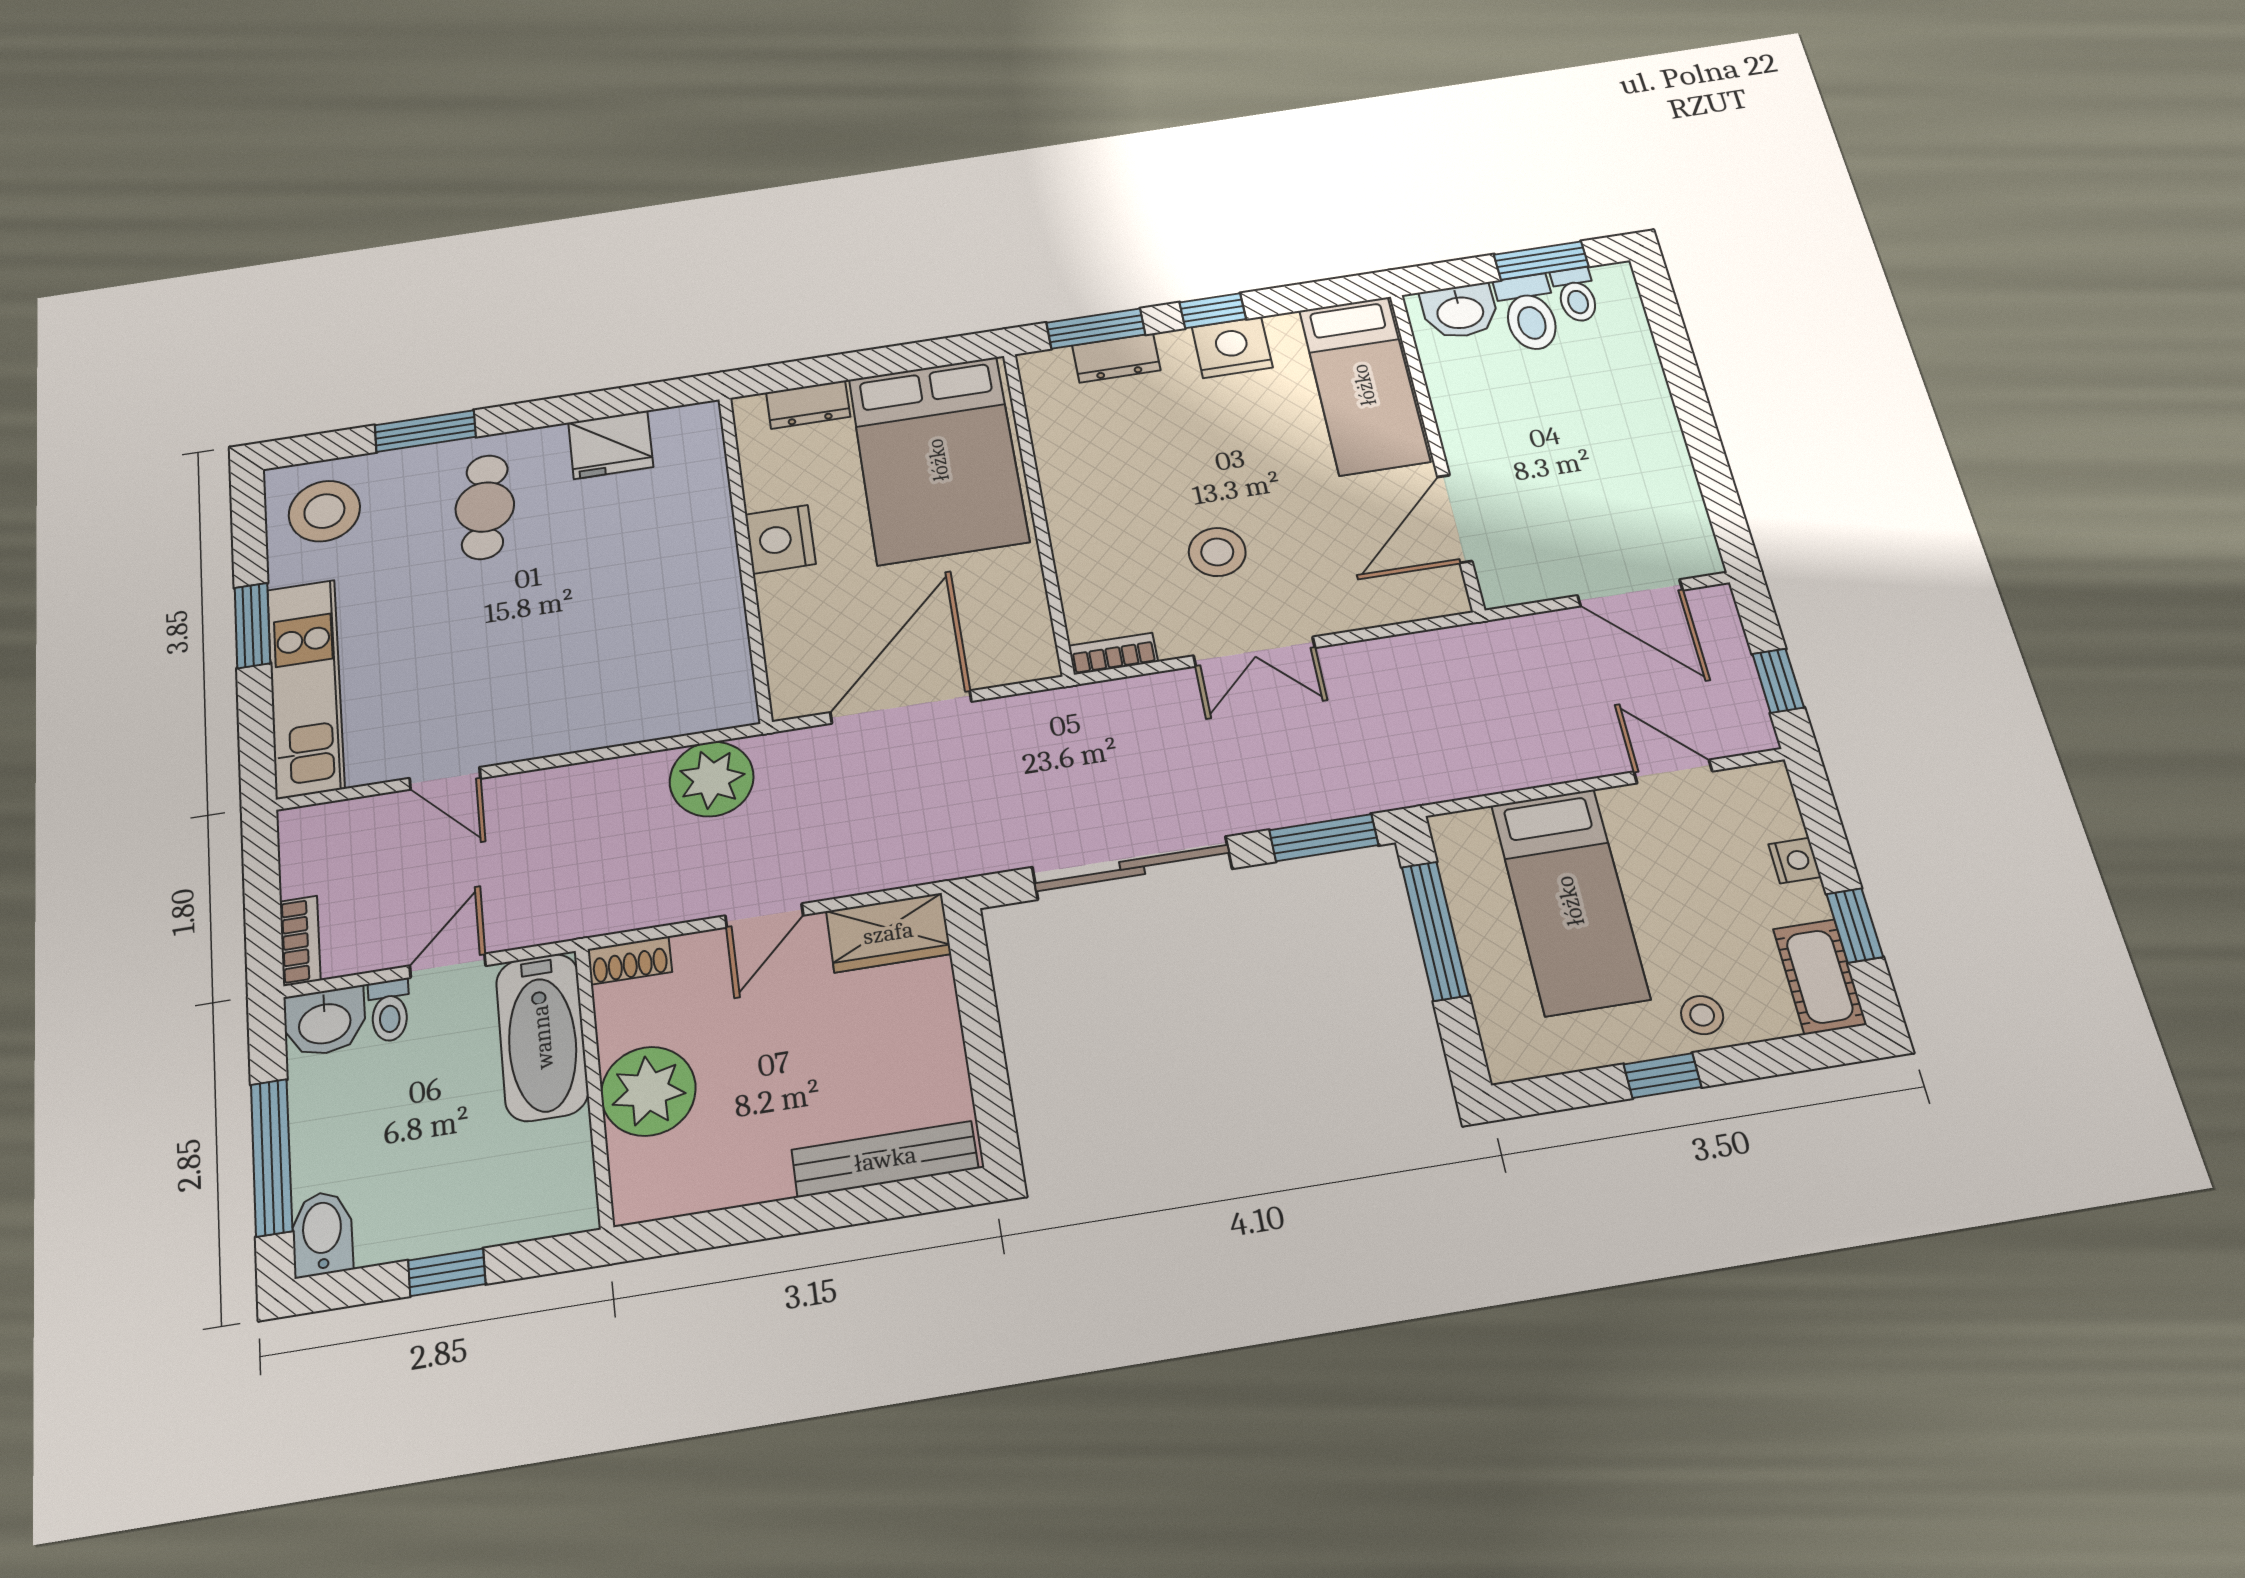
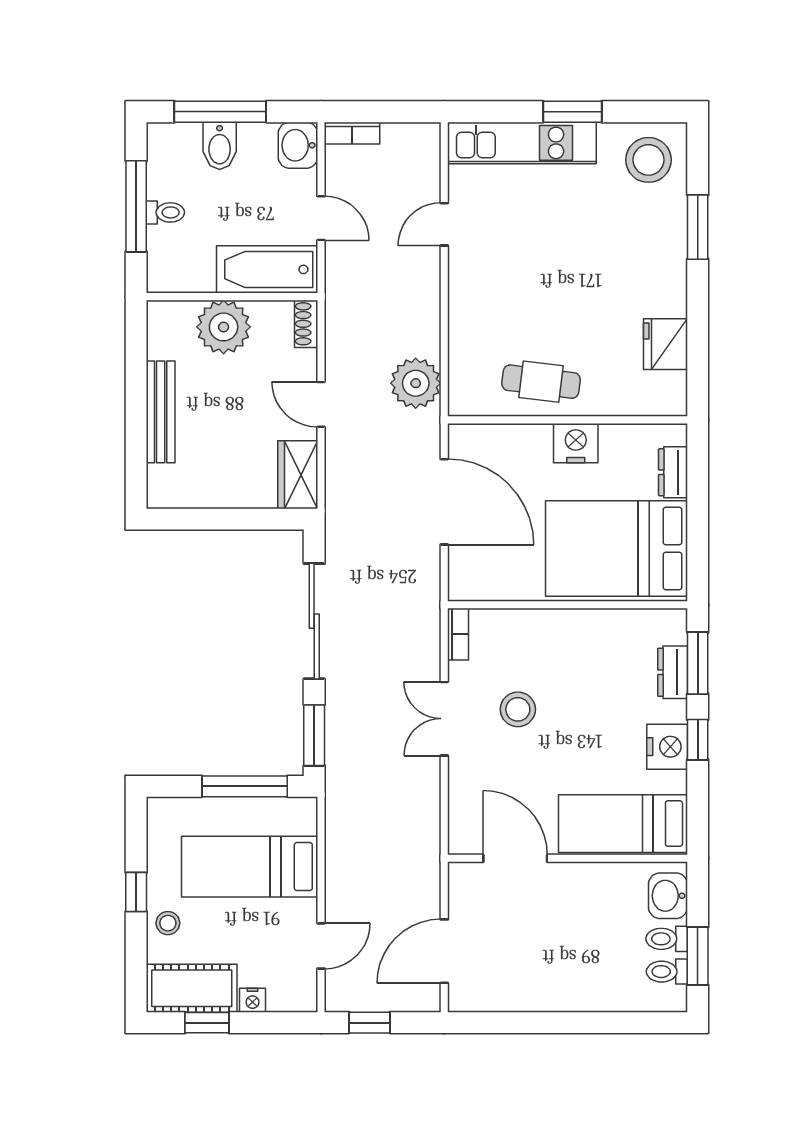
toilet: (1529, 313) -> (667, 939), width x0.73, depth x0.72
cafe table: (485, 507) -> (541, 382), moved
cot: (1820, 977) -> (192, 988), width x1.37, depth x1.34
toilet: (389, 1010) -> (165, 212), moved, turned 180
bench: (885, 1159) -> (161, 412), moved
bidet: (322, 1233) -> (220, 146), moved, turned 90
window: (447, 1272) -> (136, 206), width x2.17

